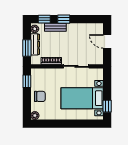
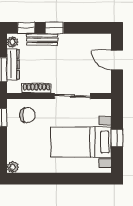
chair: (40, 96) -> (27, 115), moved
window: (107, 106) -> (117, 138), moved

